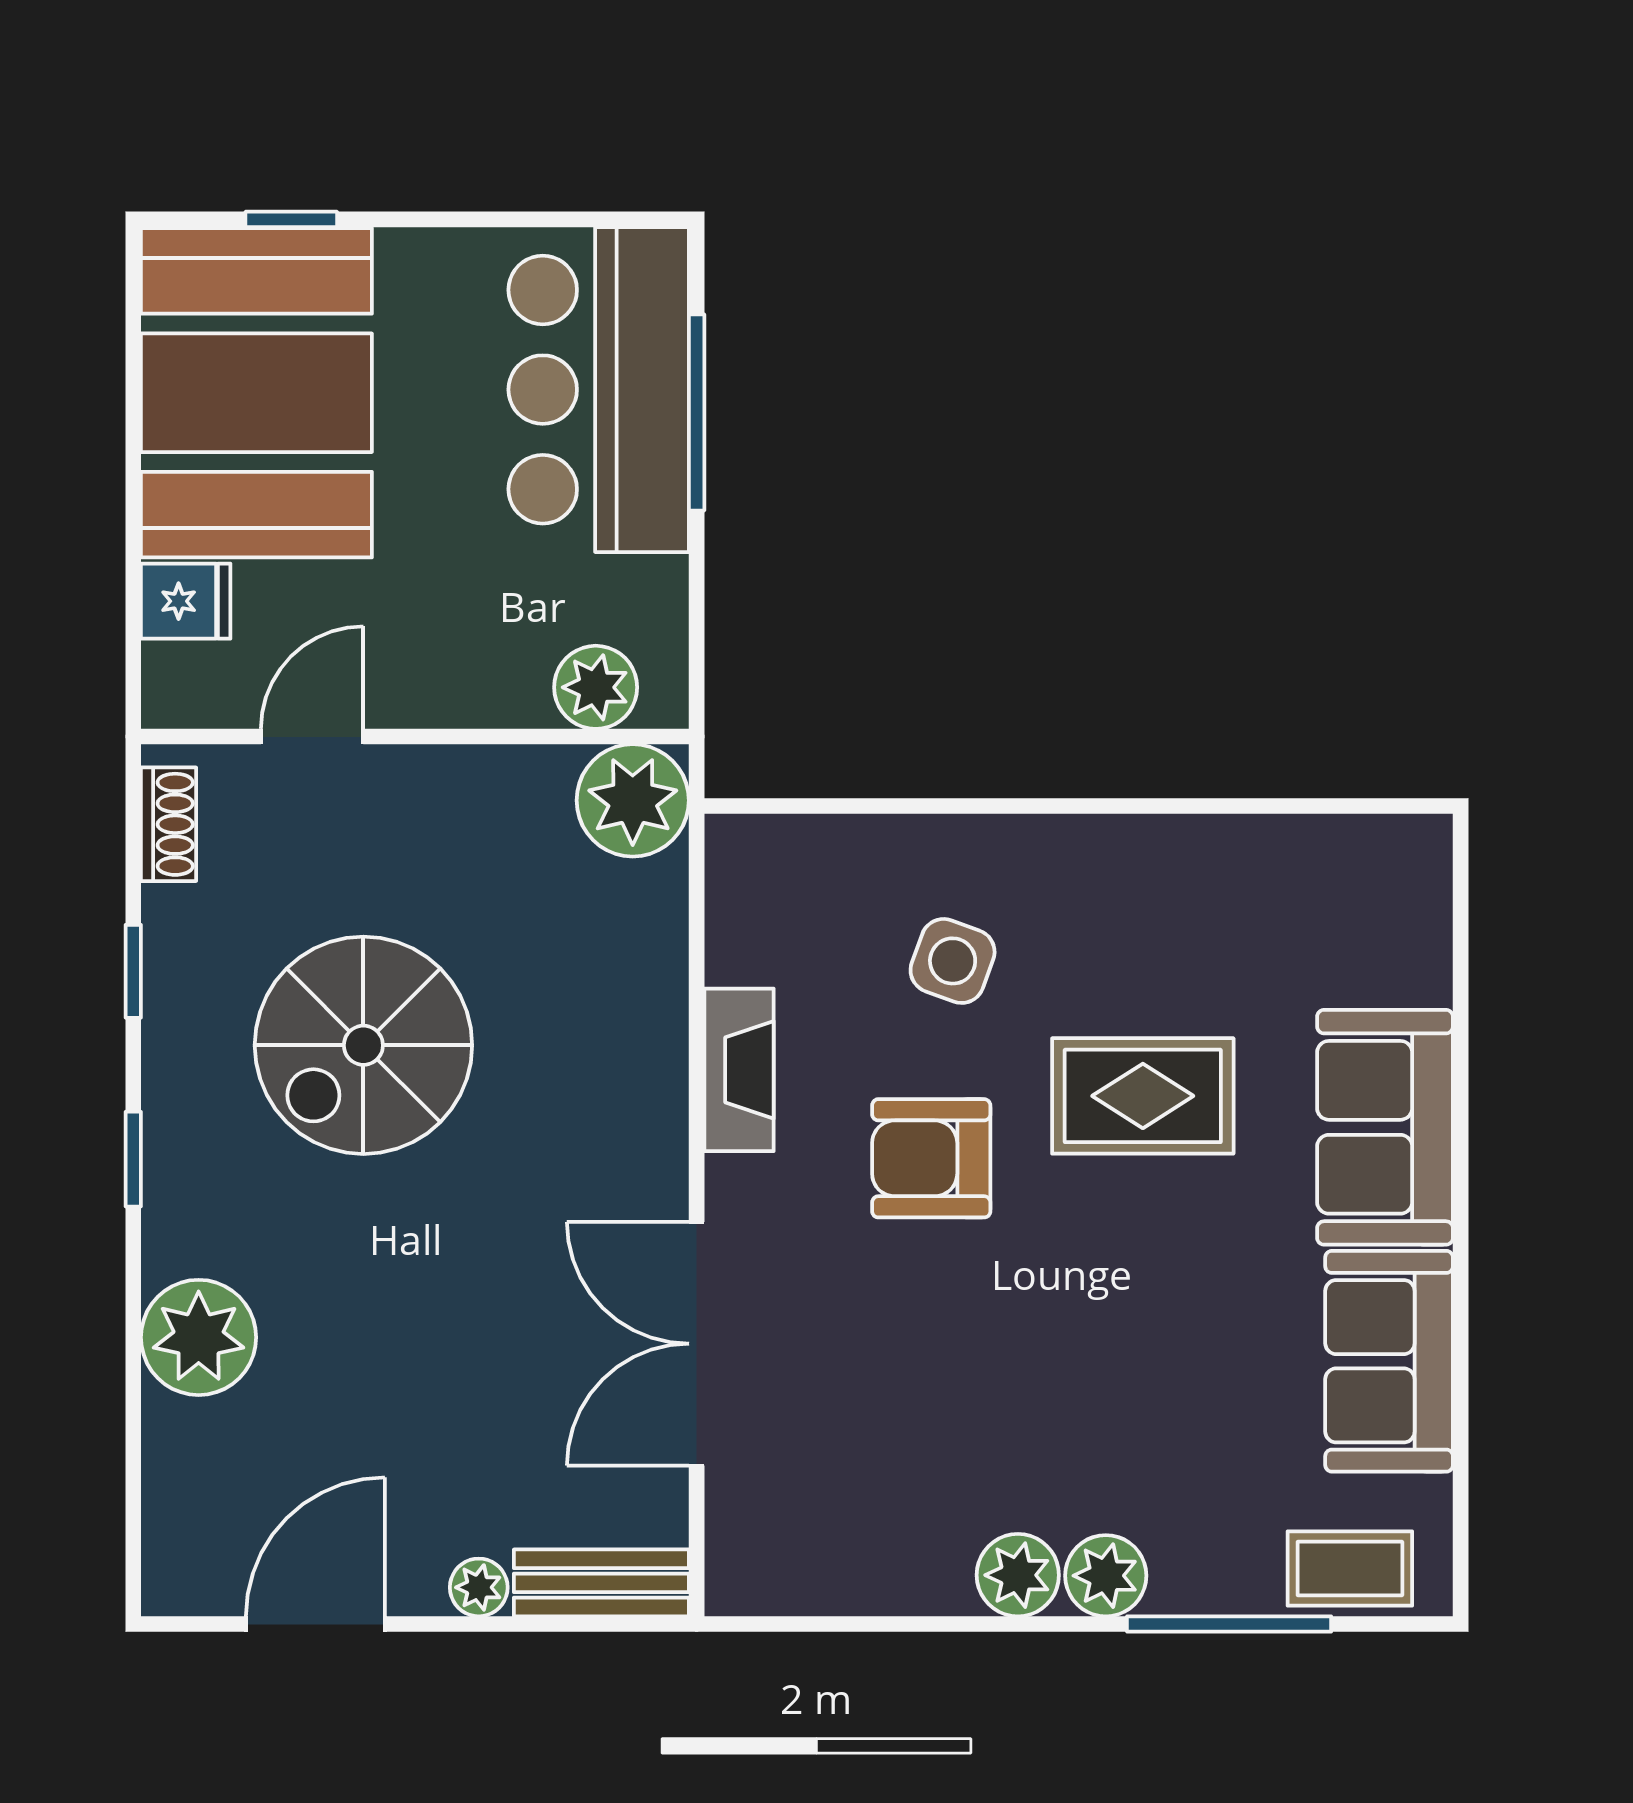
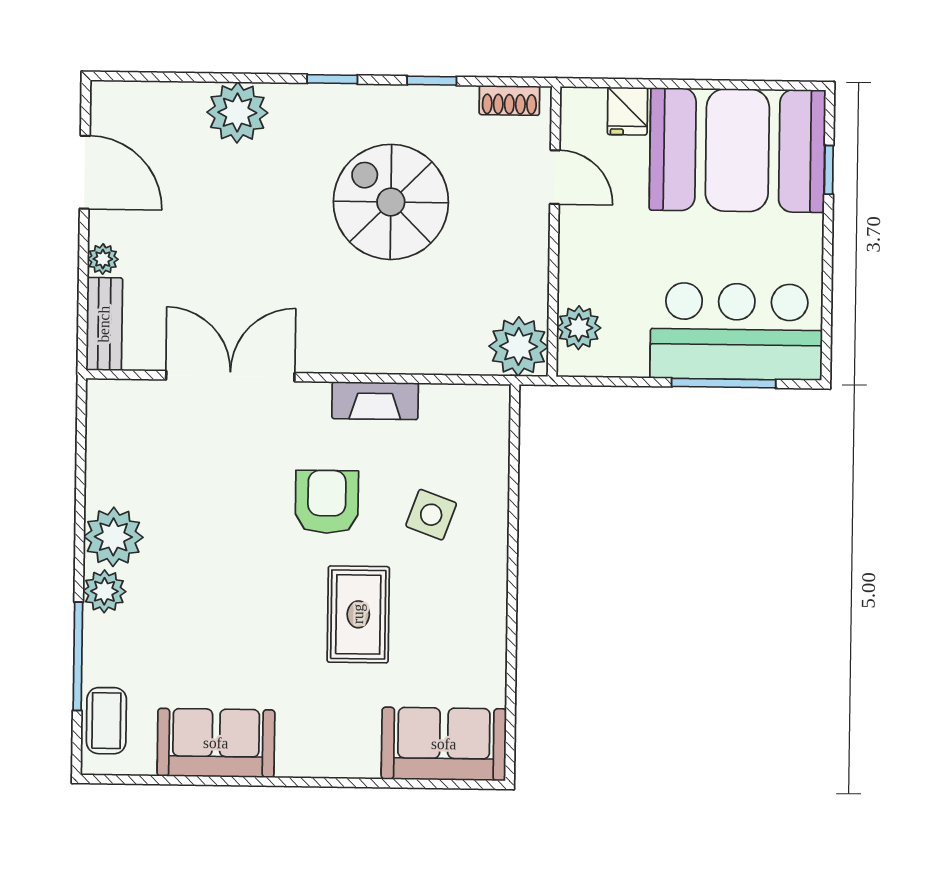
sofa: (1385, 1127) -> (444, 744), moved
plant: (1018, 1575) -> (113, 537), width x1.36, depth x1.36

